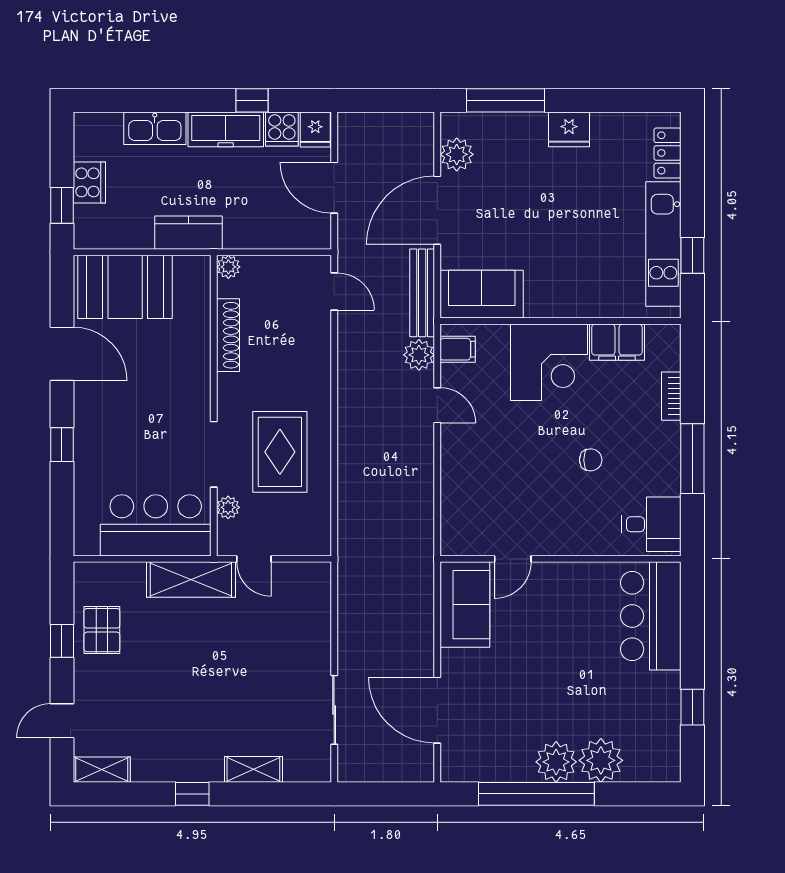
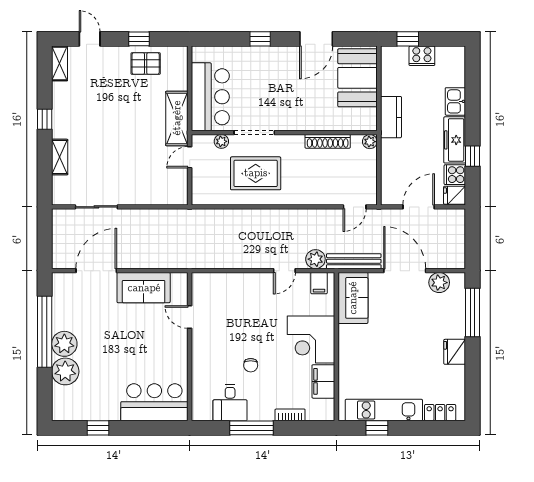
kitchen sink: (155, 128) -> (455, 101), width x0.73
desk: (651, 524) -> (230, 403), moved
sofa: (465, 605) -> (144, 288), moved

